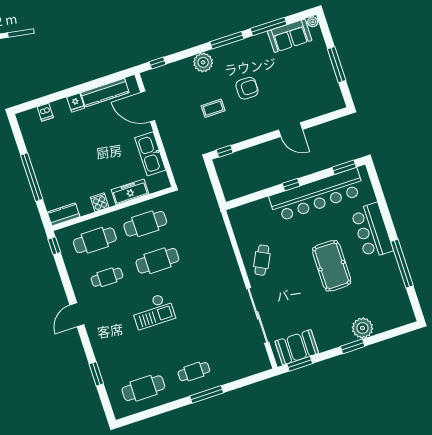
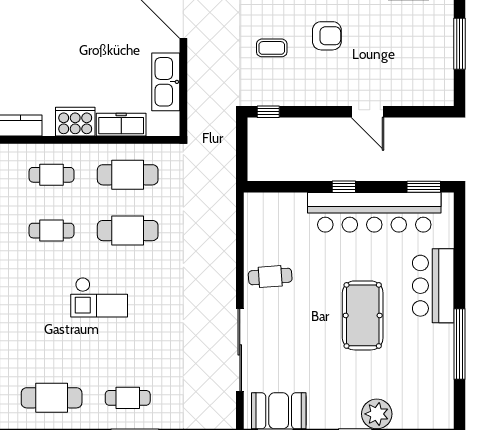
cooker: (100, 202) -> (75, 122), width x1.87, depth x1.31
cafe table: (95, 240) -> (52, 175), width x0.73, depth x0.74
cafe table: (262, 260) -> (270, 277), turned 59

